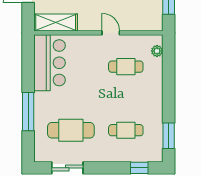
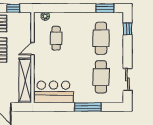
shelving: (56, 23) -> (25, 80), width x1.47
cafe table: (126, 130) -> (101, 38), width x1.37, depth x1.35

